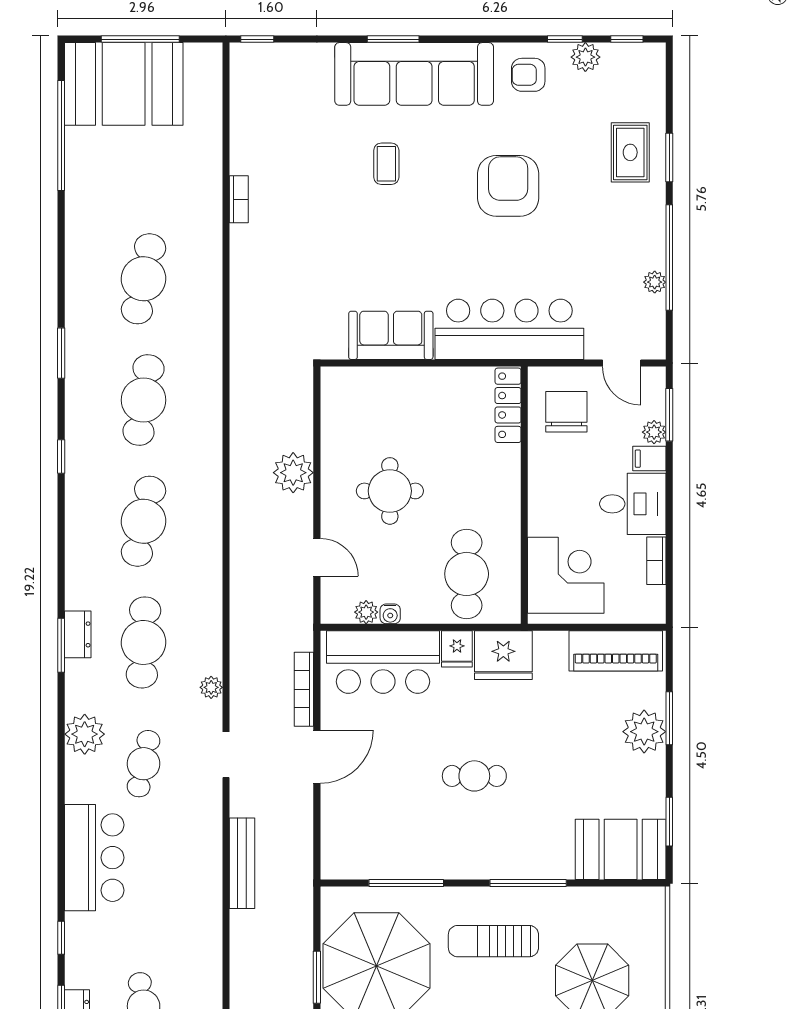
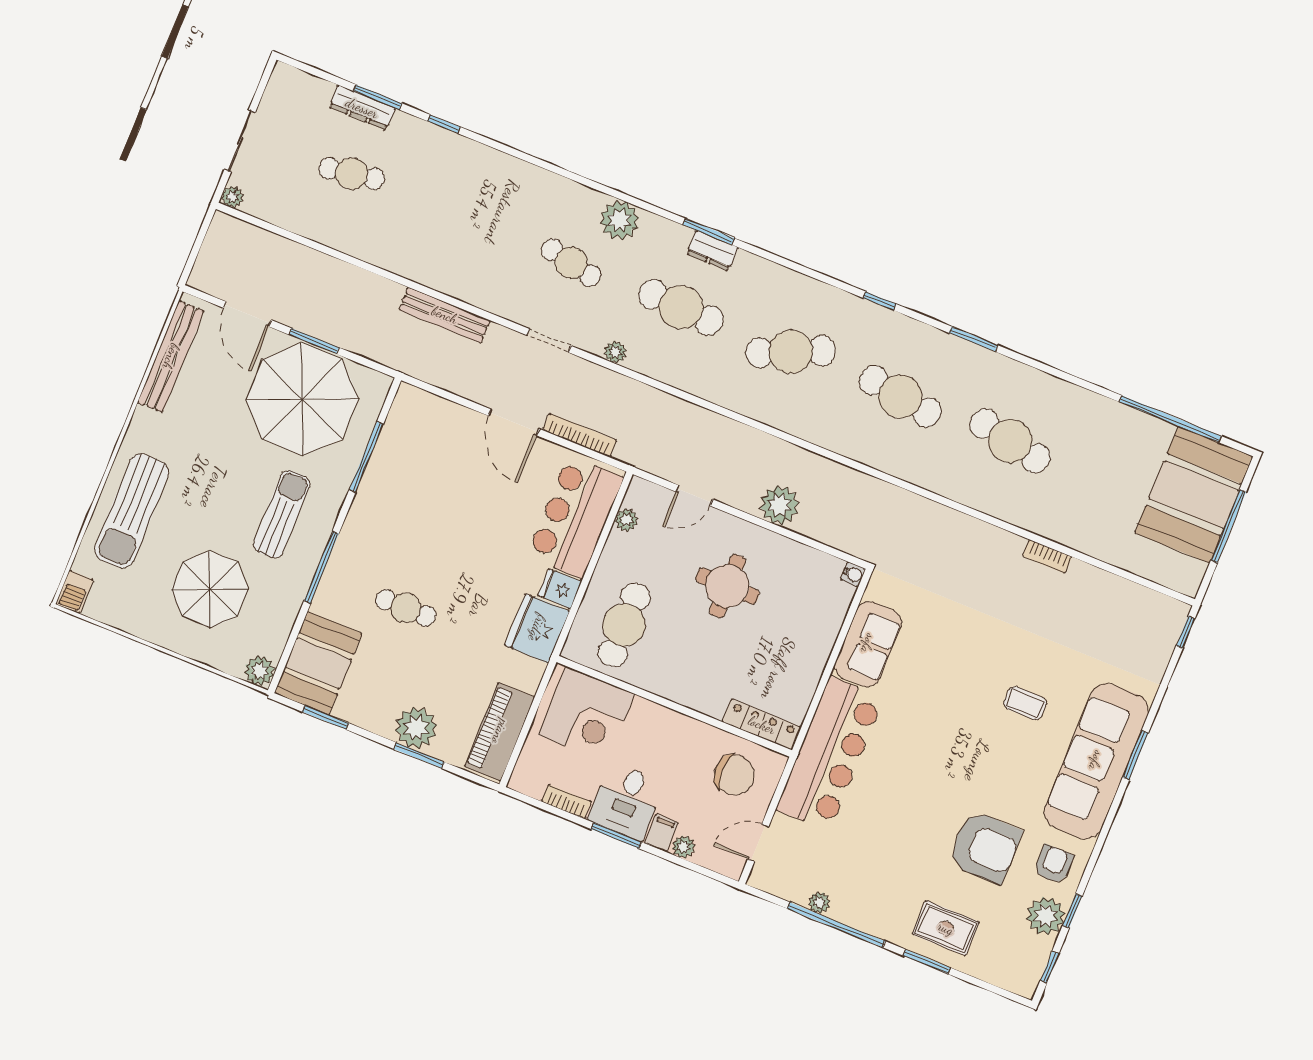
plant: (585, 57) -> (1046, 916), width x1.36, depth x1.36
armchair: (508, 186) -> (985, 847), moved
window: (669, 415) -> (616, 836), moved
cafe table: (144, 521) -> (791, 352), turned -36
cafe table: (467, 574) -> (624, 625), turned 90
water cooler: (390, 614) -> (853, 574), moved, turned 180
cafe table: (474, 776) -> (406, 608), moved, turned 90
bar counter: (94, 858) -> (504, 183), removed
plant: (650, 902) -> (259, 671), added

